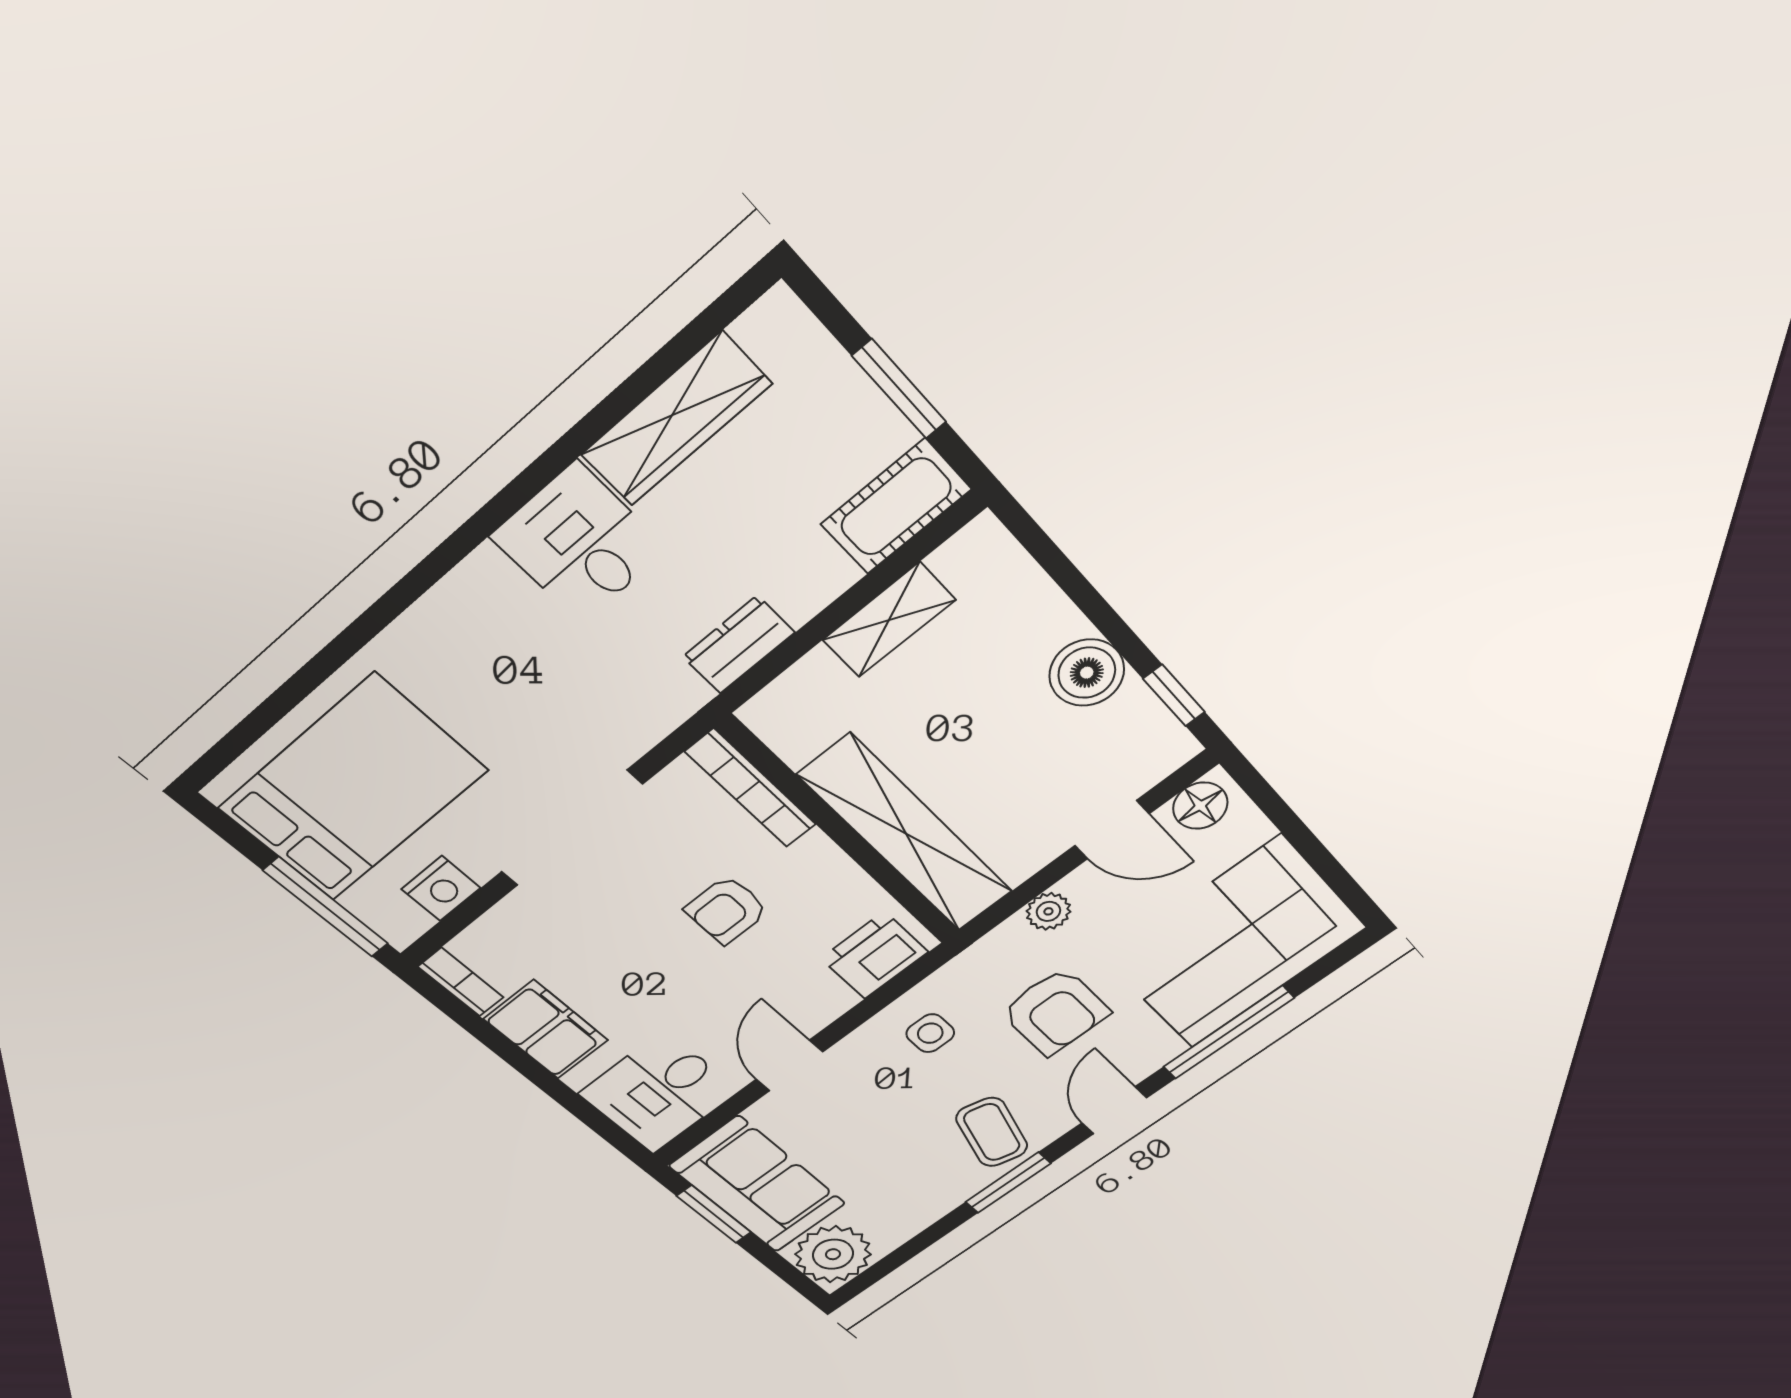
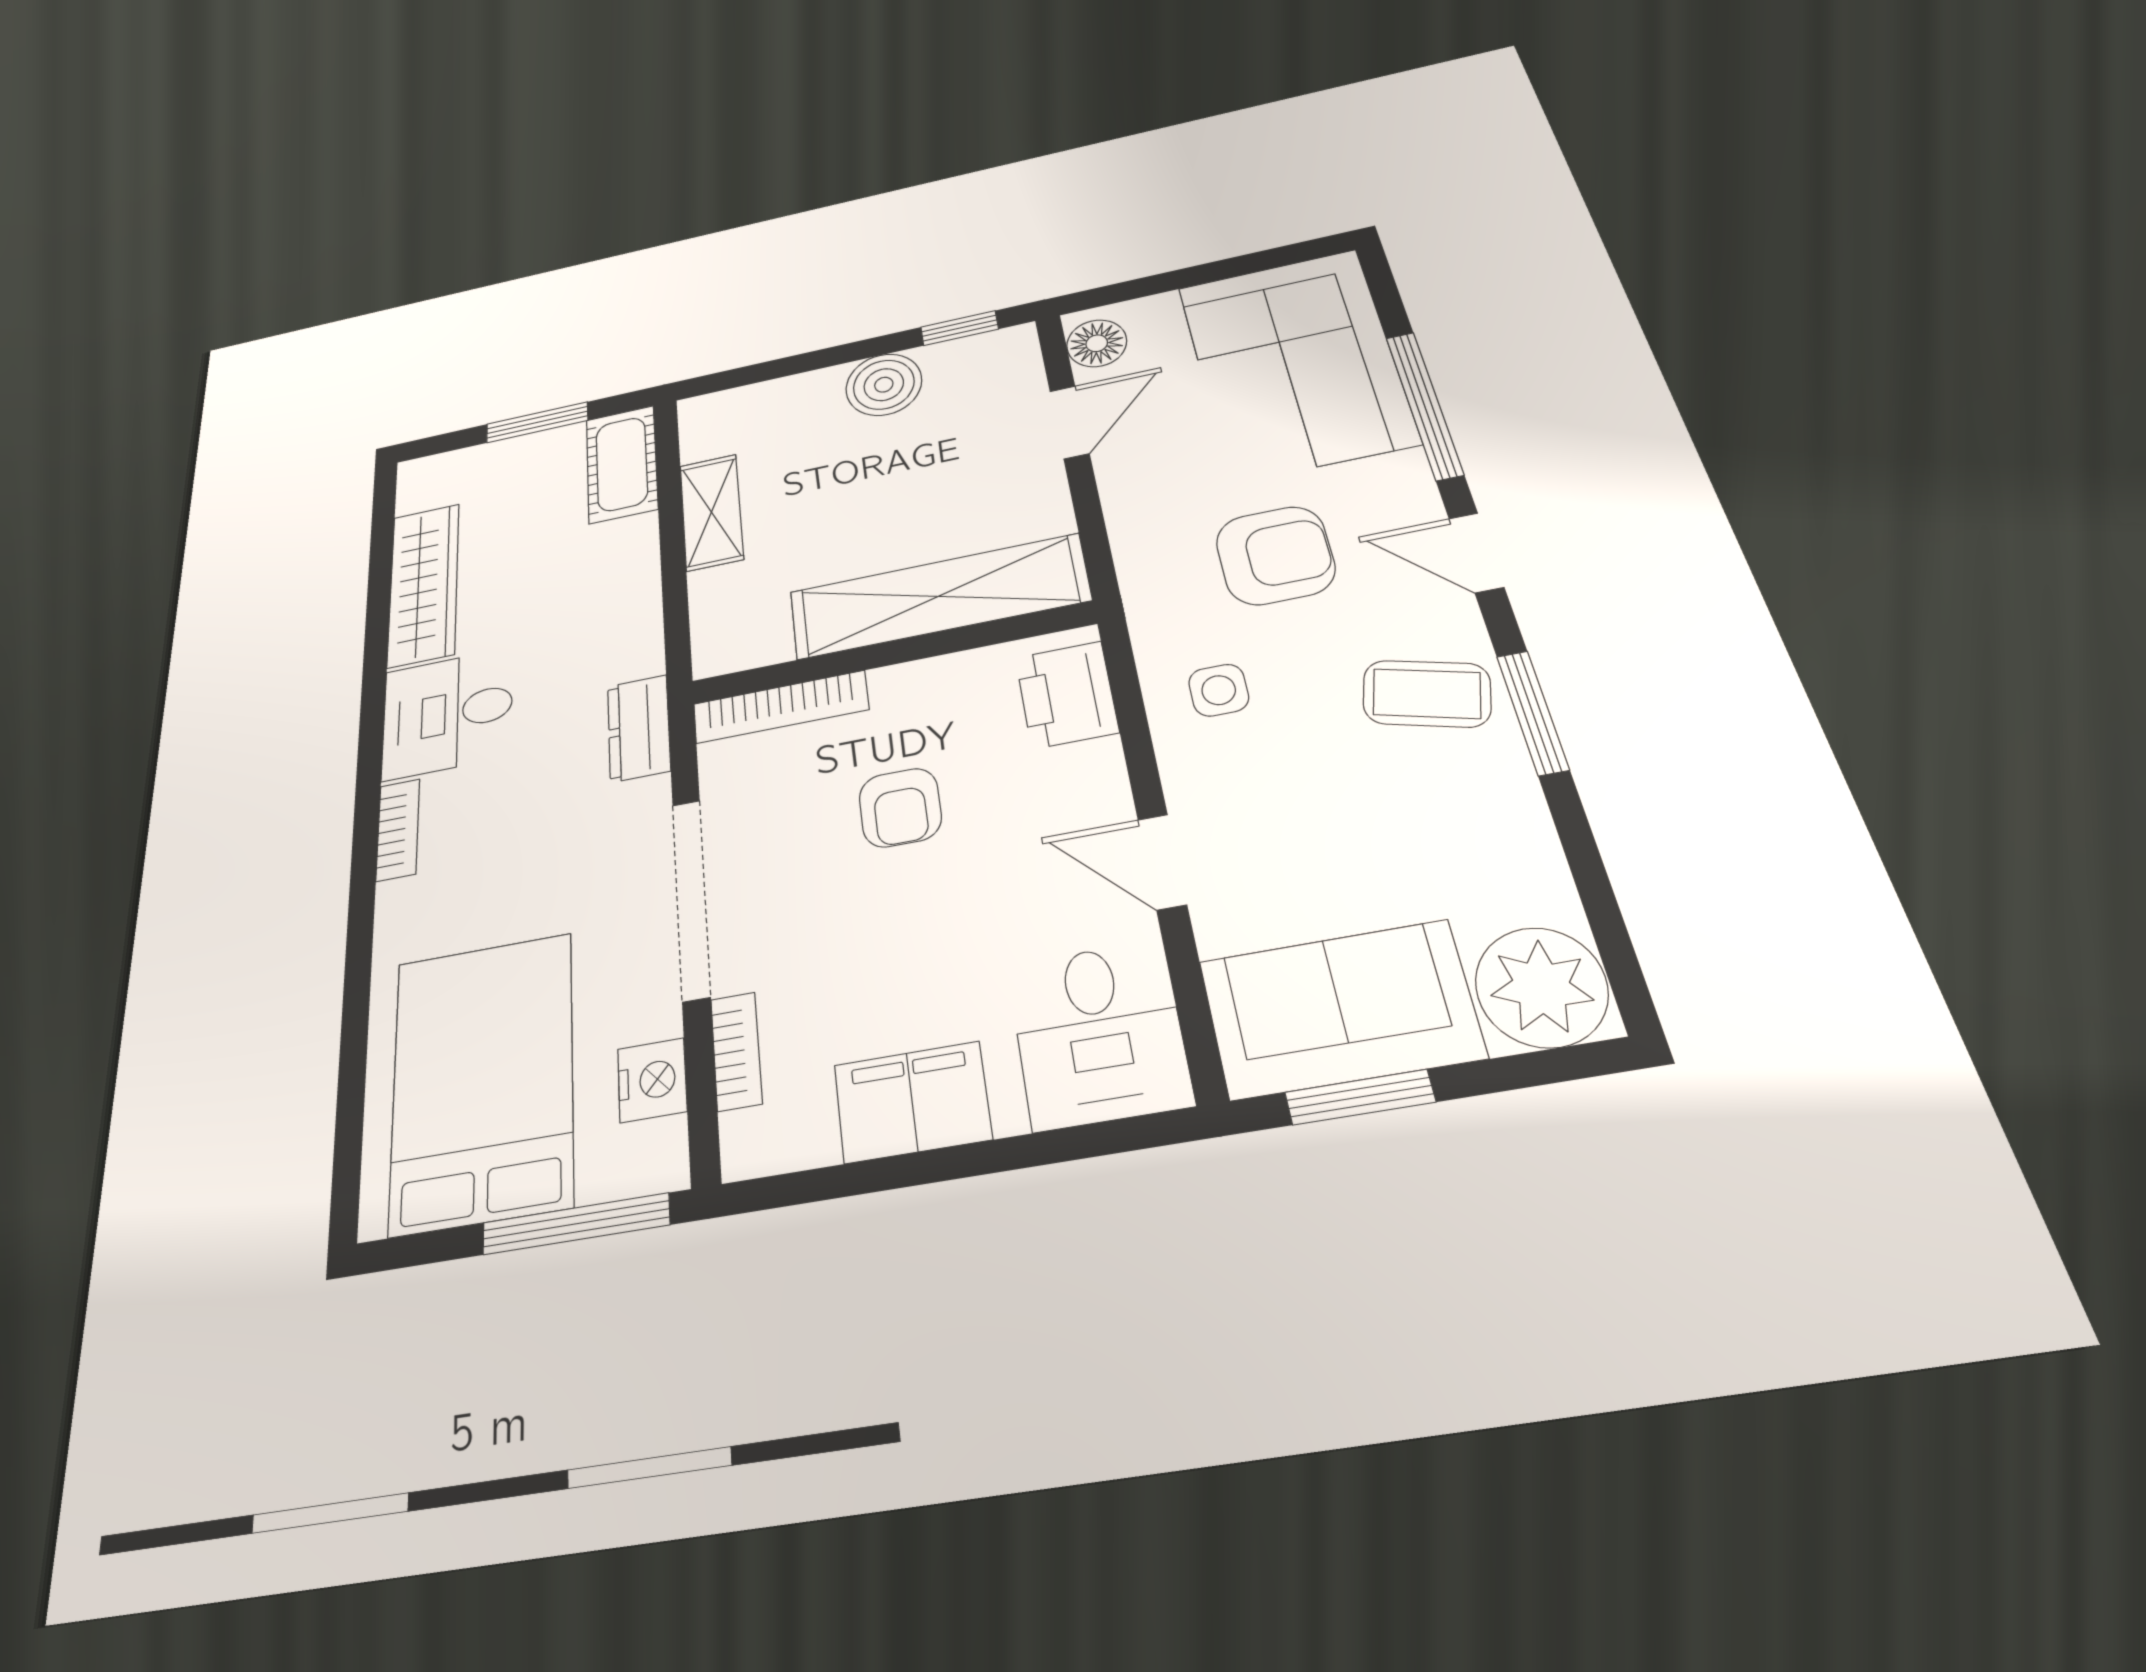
bookcase: (463, 584) -> (398, 830), added
dresser: (739, 645) -> (639, 728), moved
plant: (1048, 911) -> (1130, 511), removed
bookcase: (461, 982) -> (736, 1051), moved, turned 90

